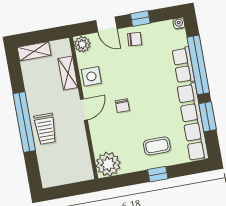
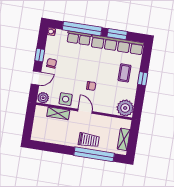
shelving: (34, 51) -> (124, 139), moved
window: (24, 122) -> (94, 154), moved

